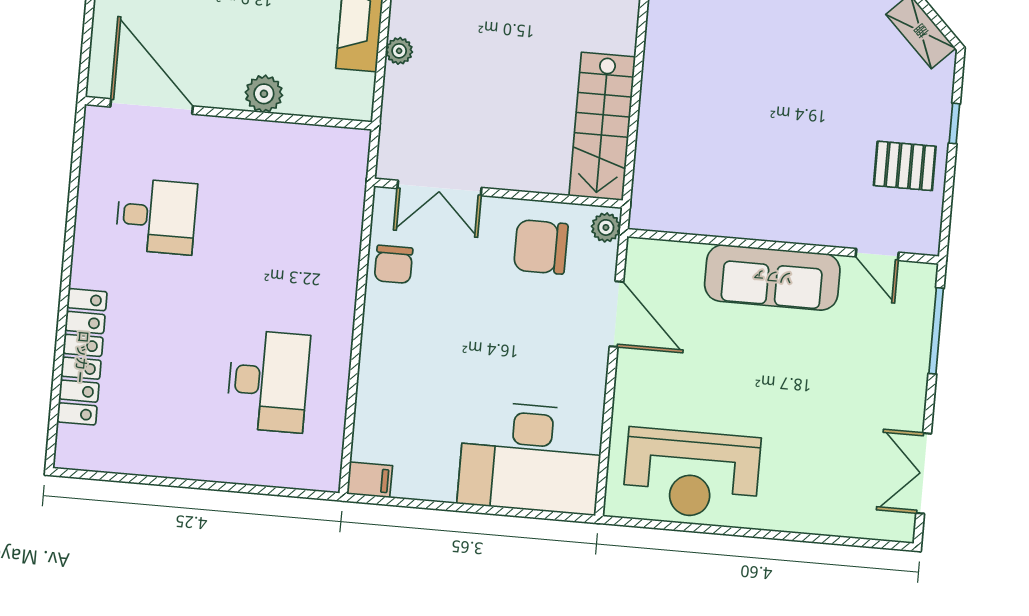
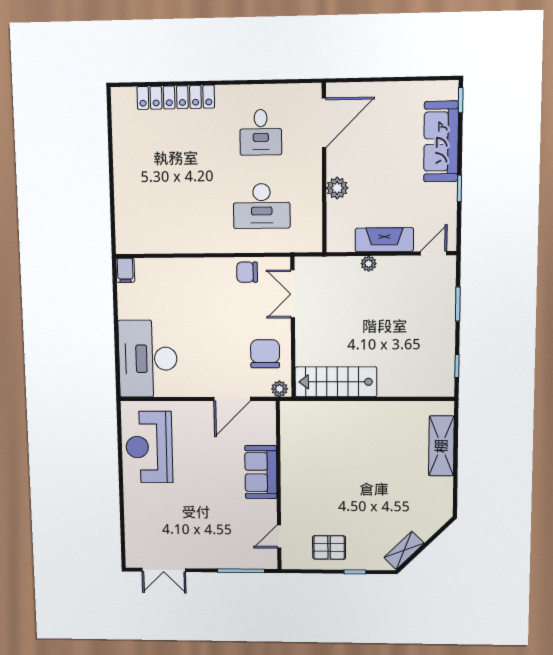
pallet: (905, 166) -> (329, 547), turned 90
sofa: (772, 277) -> (261, 472), width x0.73
desk: (268, 381) -> (262, 206), moved
double door: (924, 473) -> (164, 570), swing flipped

